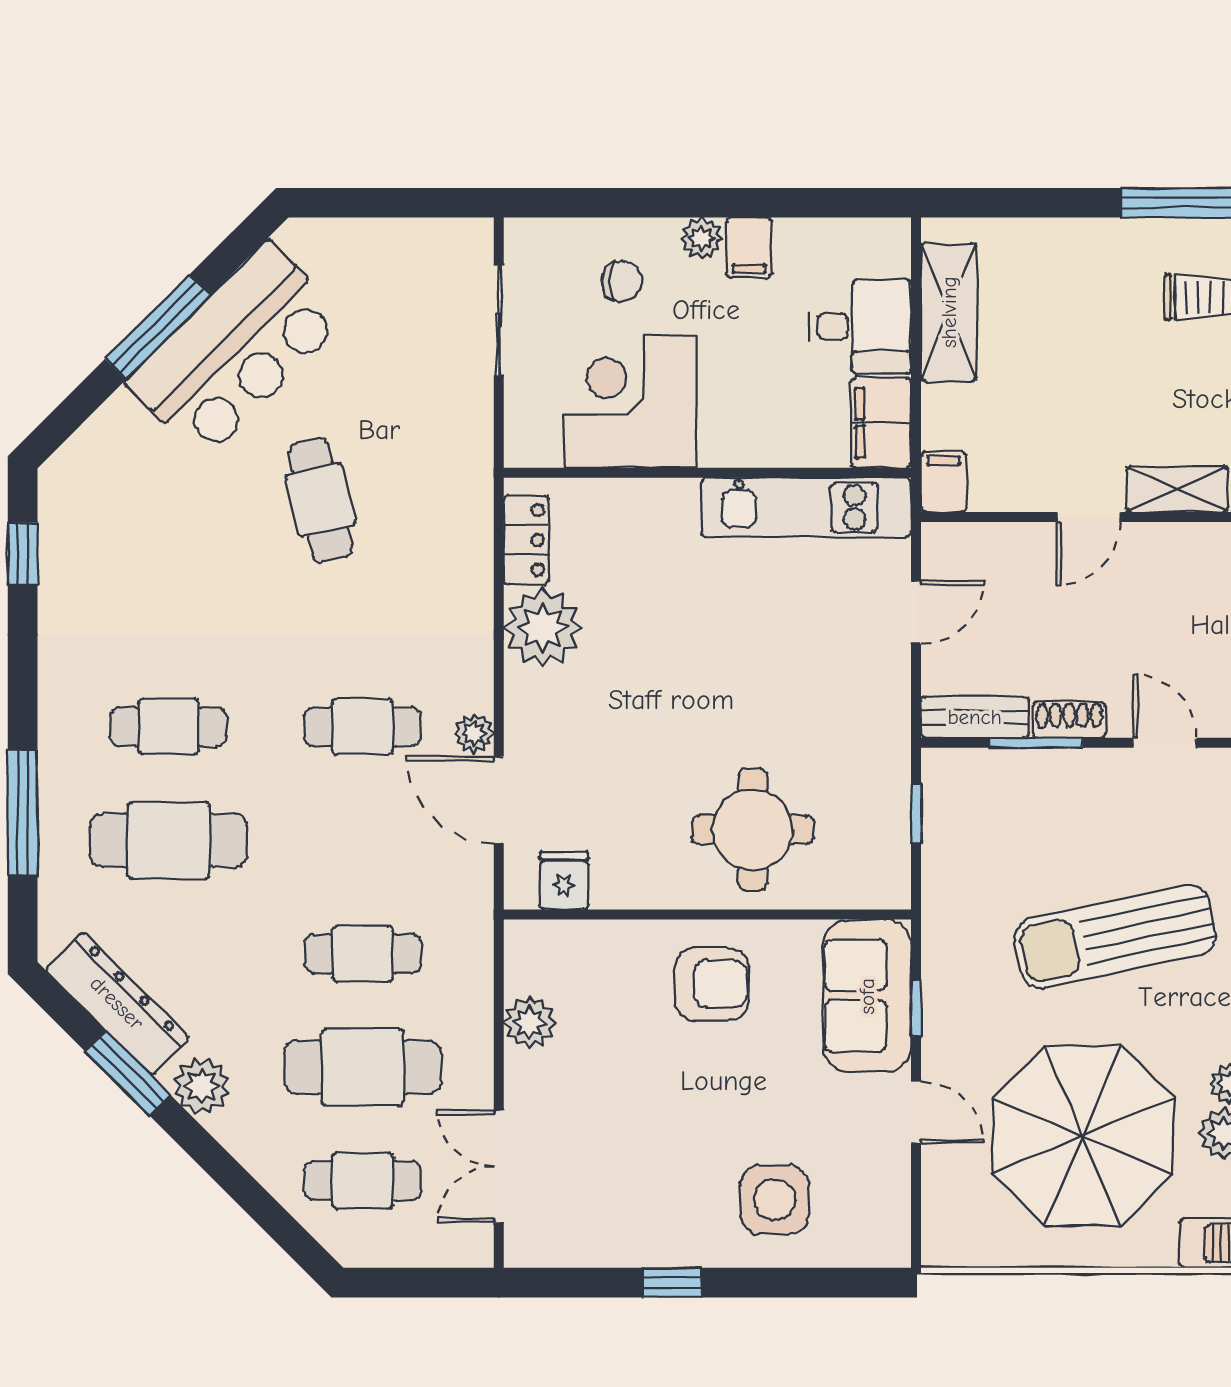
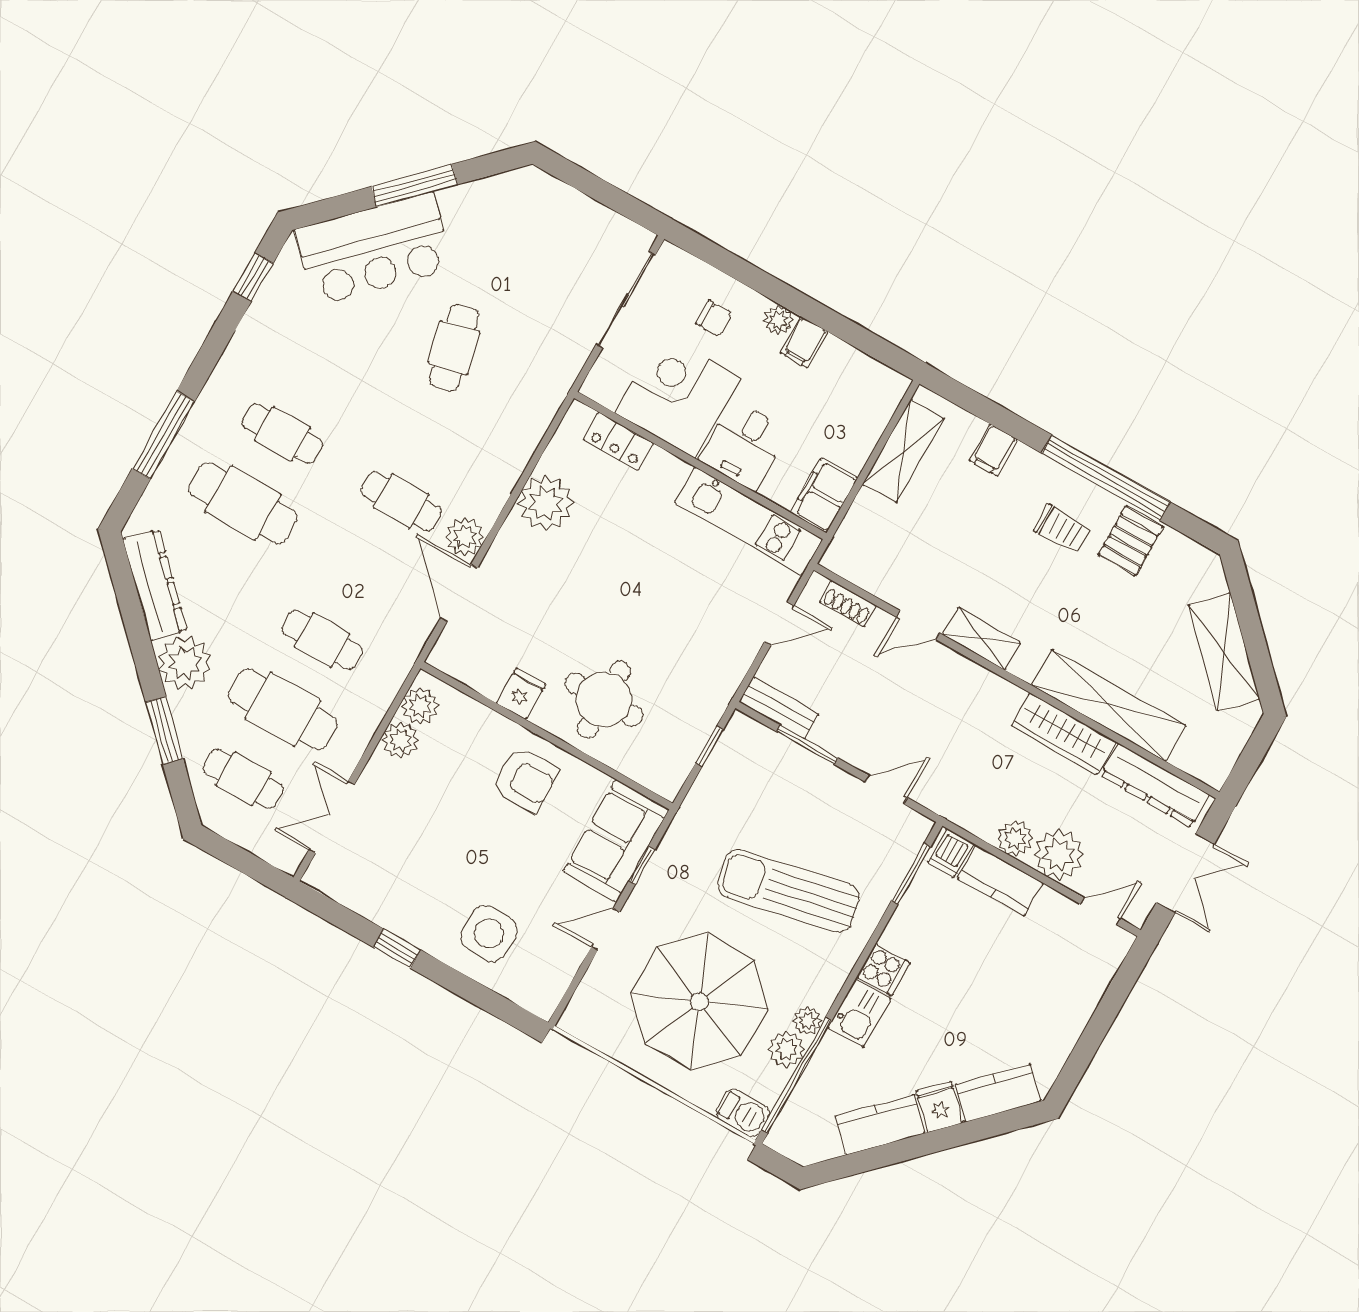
sliding door: (499, 320) -> (626, 300), width x1.37
desk: (860, 326) -> (744, 445), moved, turned 90
bar counter: (236, 350) -> (374, 249), moved
filing cabinet: (944, 482) -> (993, 450), moved, turned 180
locker: (526, 540) -> (618, 441), moved, turned 90
shoe rack: (1069, 720) -> (848, 604), moved, turned 180
plant: (474, 733) -> (465, 537), width x1.38, depth x1.38
door: (1165, 743) -> (886, 790), hinge flipped
fridge: (564, 881) -> (521, 694), moved
plant: (530, 967) -> (420, 706), added
window: (128, 1073) -> (164, 730), moved
plant: (202, 1086) -> (185, 663), width x1.36, depth x1.36
door: (916, 1113) -> (605, 929), swing flipped

